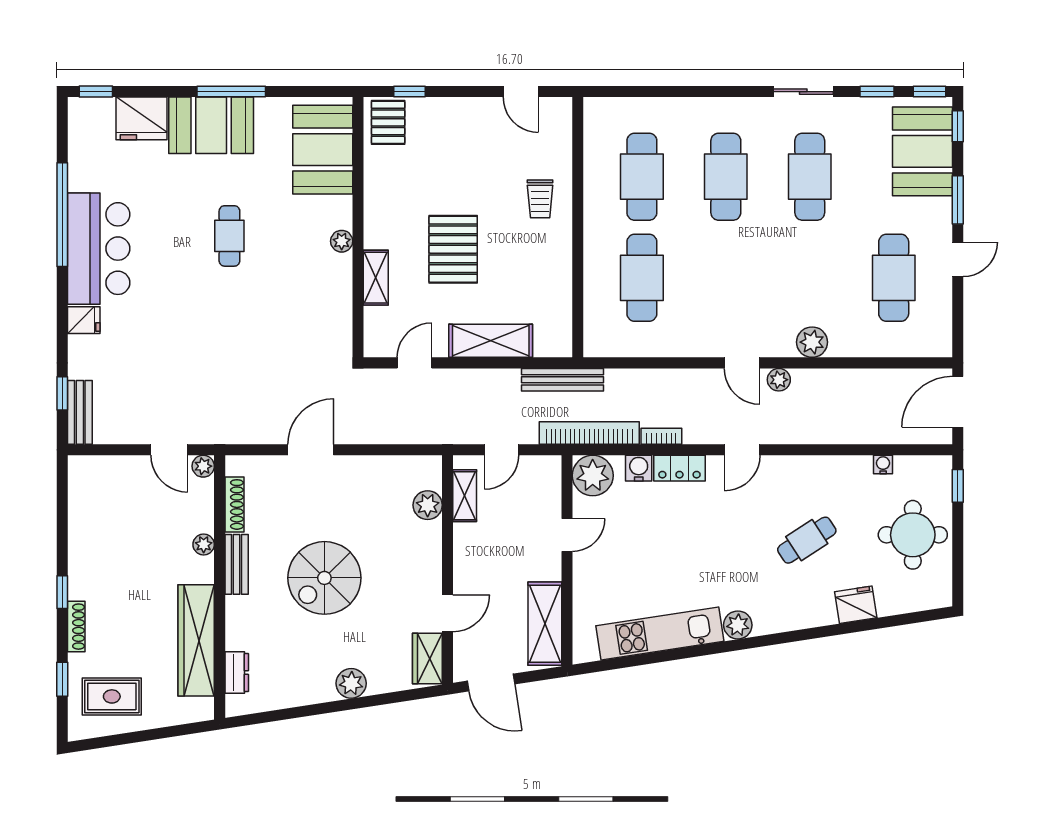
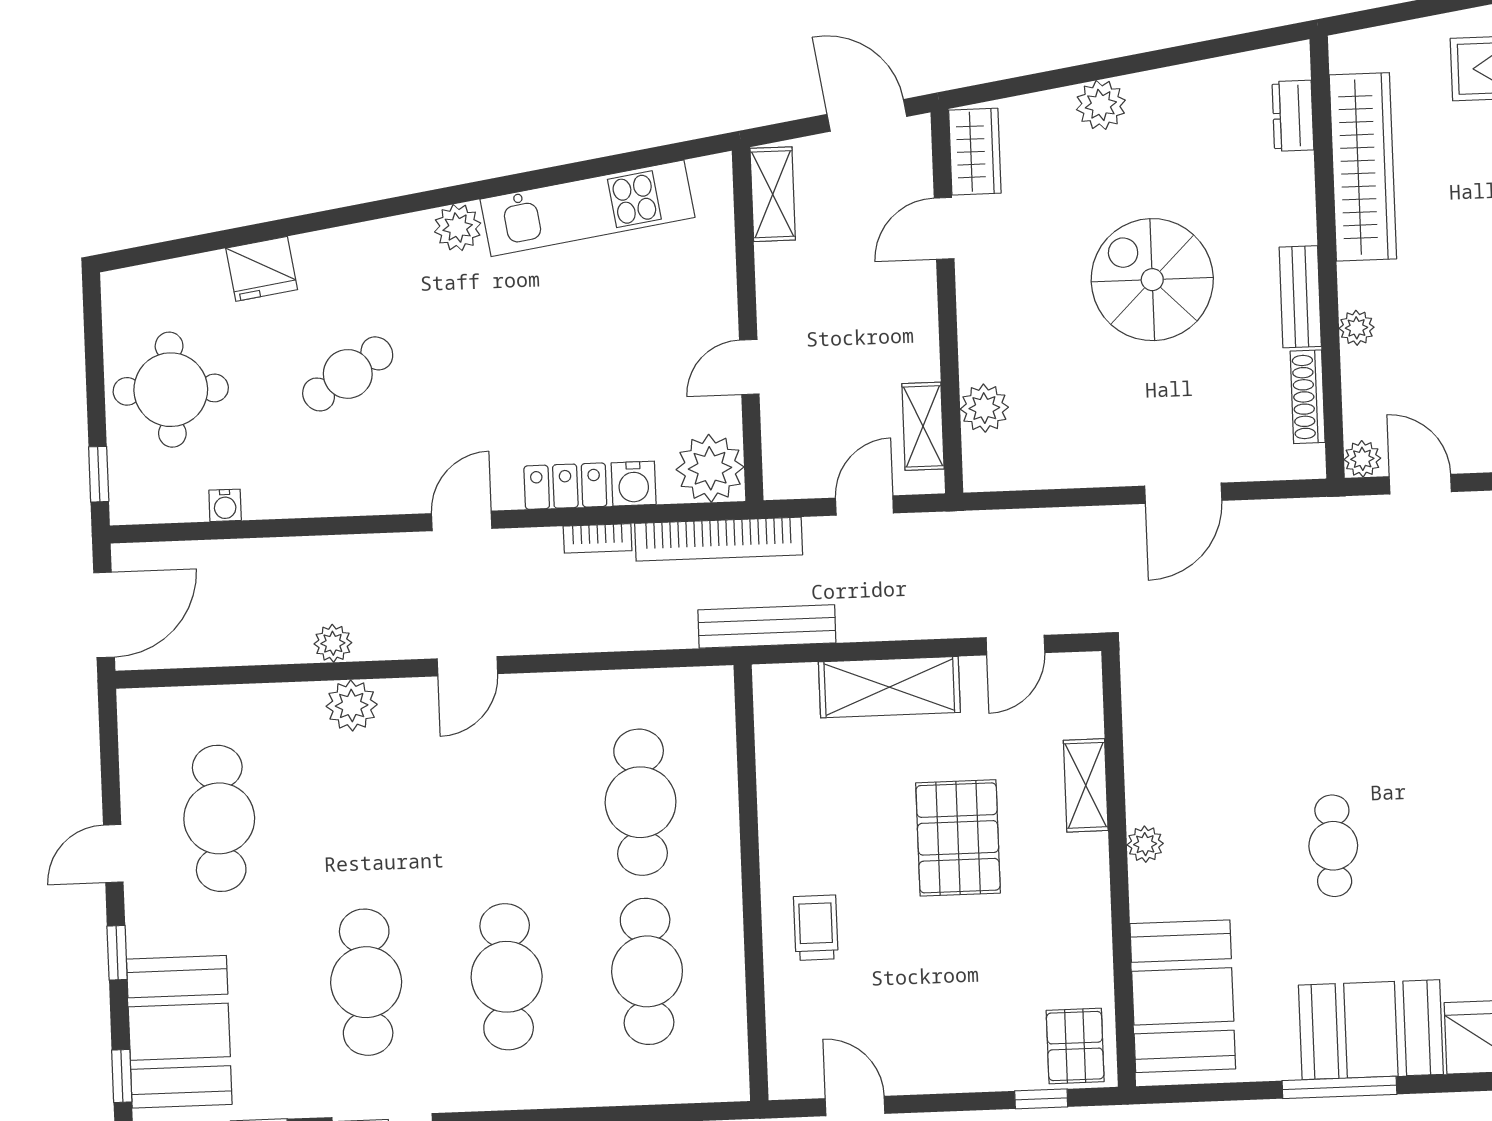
window: (958, 200) -> (117, 953), width x0.67
door: (742, 363) -> (467, 666), swing flipped
plant: (779, 380) -> (333, 643), moved
spiral stairs: (324, 578) -> (1152, 280), turned -90
shelving: (545, 624) -> (773, 194), width x0.67, depth x0.75

